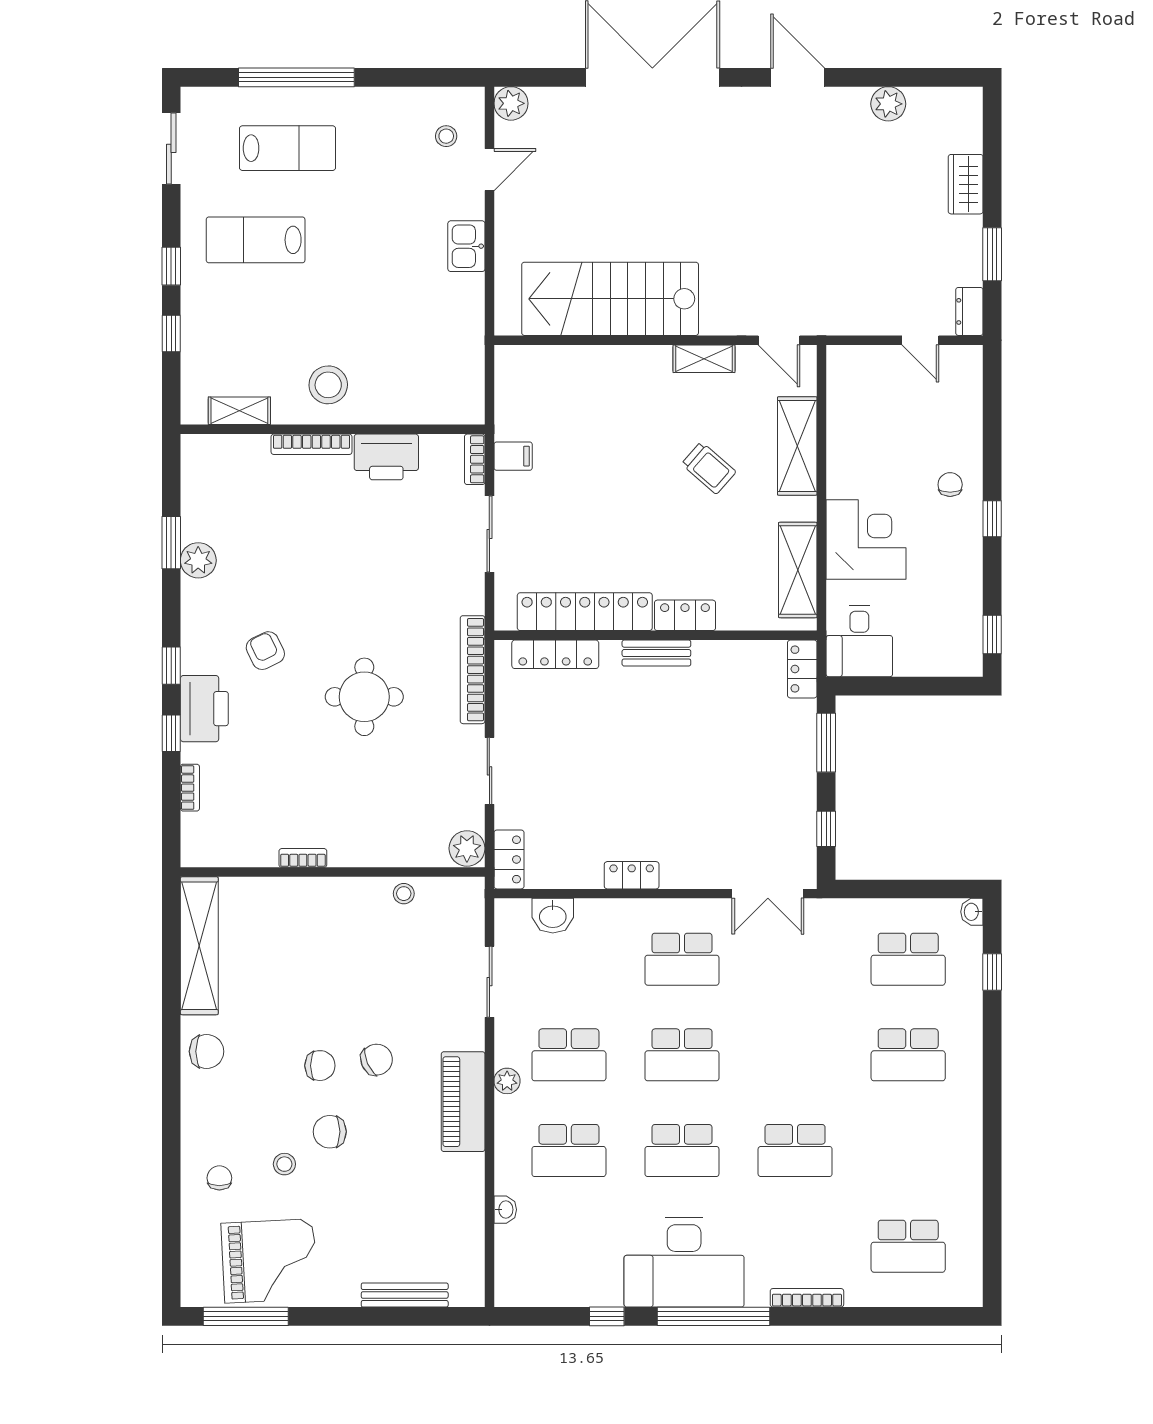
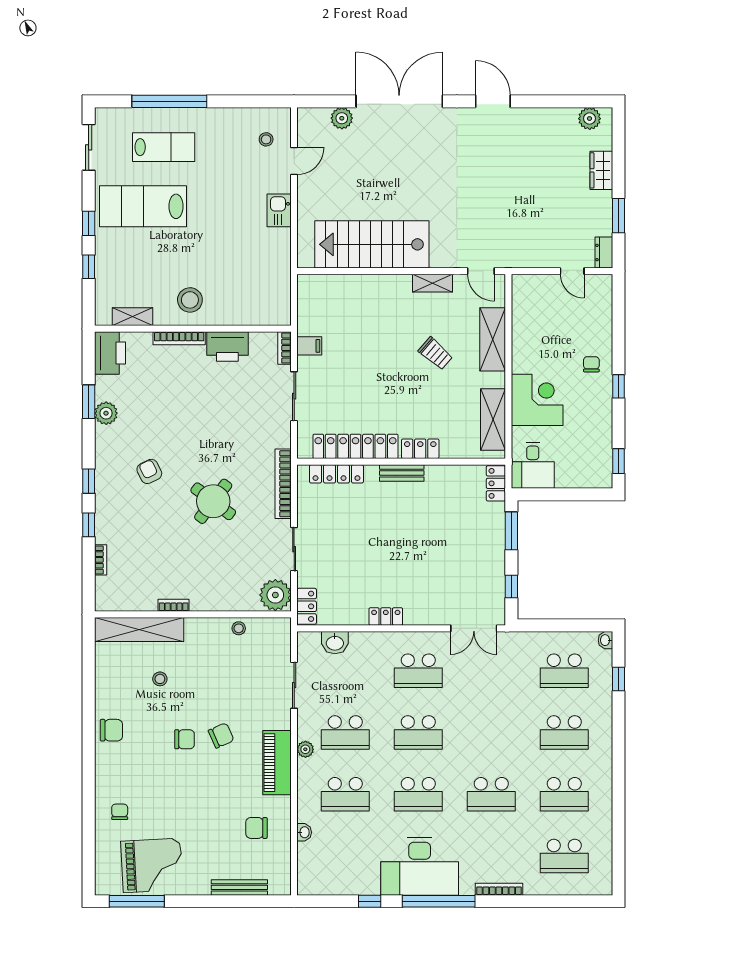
plant: (511, 103) -> (342, 118), moved
plant: (888, 104) -> (590, 119), moved
lab bench: (256, 240) -> (143, 206), width x1.36, depth x1.39
round table: (364, 697) -> (213, 501), turned 37
printer: (204, 709) -> (110, 353), moved
plant: (467, 848) -> (275, 595), width x1.36, depth x1.36
shelving: (199, 946) -> (139, 630), moved, turned 90
chair: (330, 1132) -> (256, 828), moved
school desk: (908, 1151) -> (564, 794), added
stool: (284, 1164) -> (160, 679), moved

